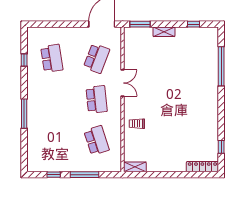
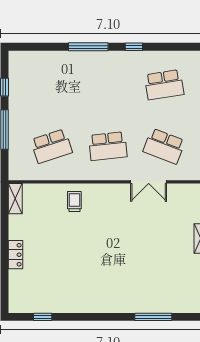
window: (24, 60) -> (134, 47), moved
window: (221, 66) -> (153, 317), width x0.68
double door: (123, 83) -> (149, 182), moved
locker: (202, 167) -> (15, 255), moved, width x0.66

